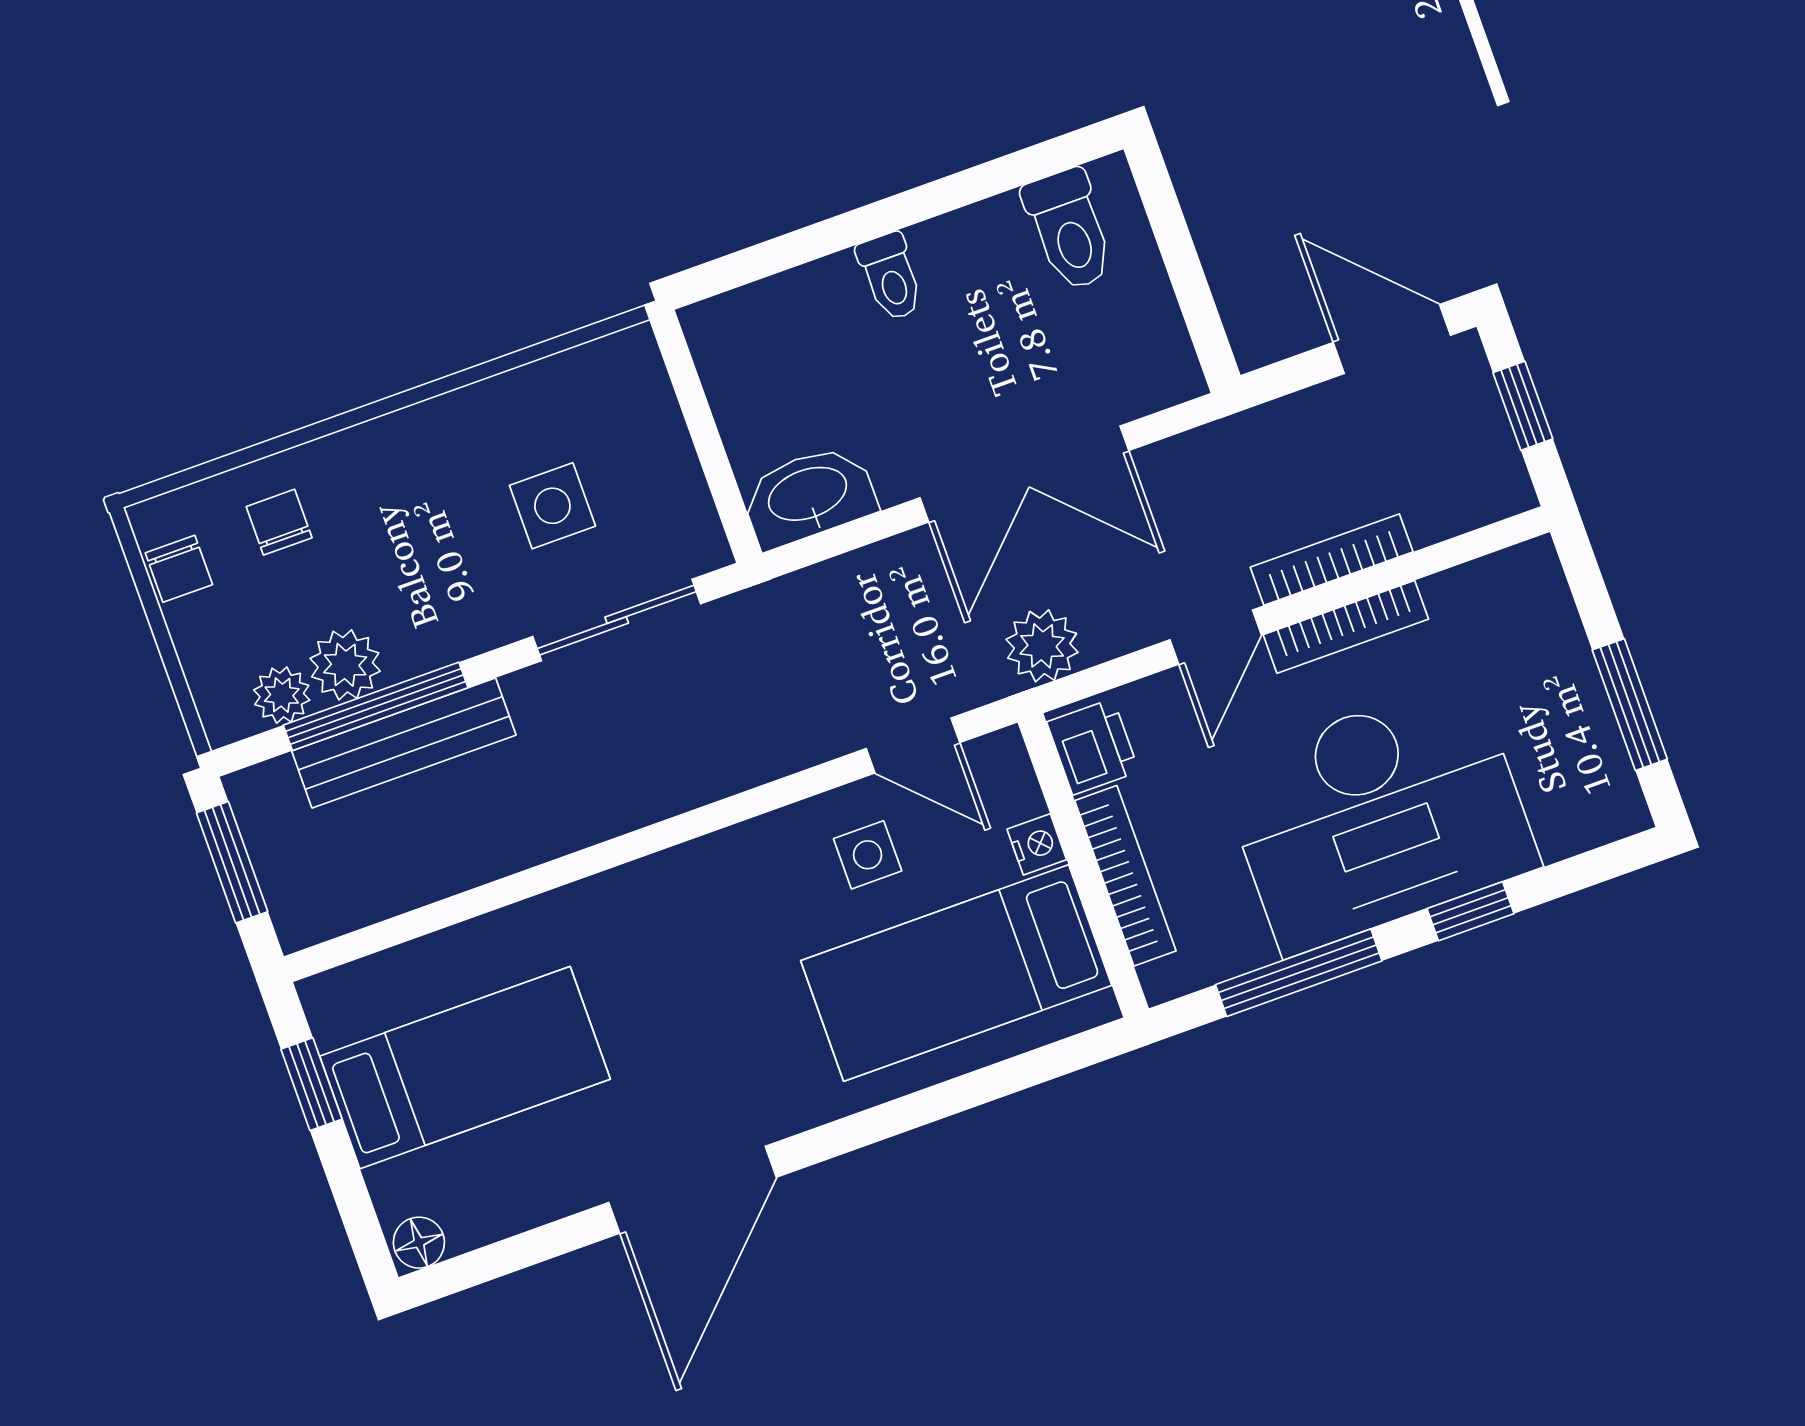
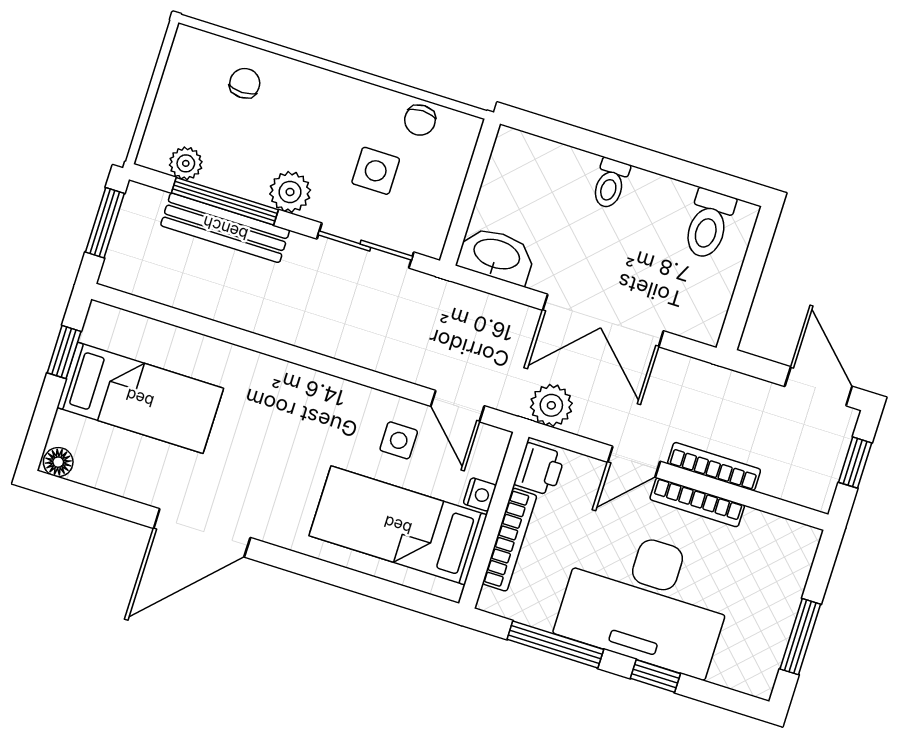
chair: (179, 569) -> (420, 120), moved
plant: (345, 665) -> (290, 192), moved

